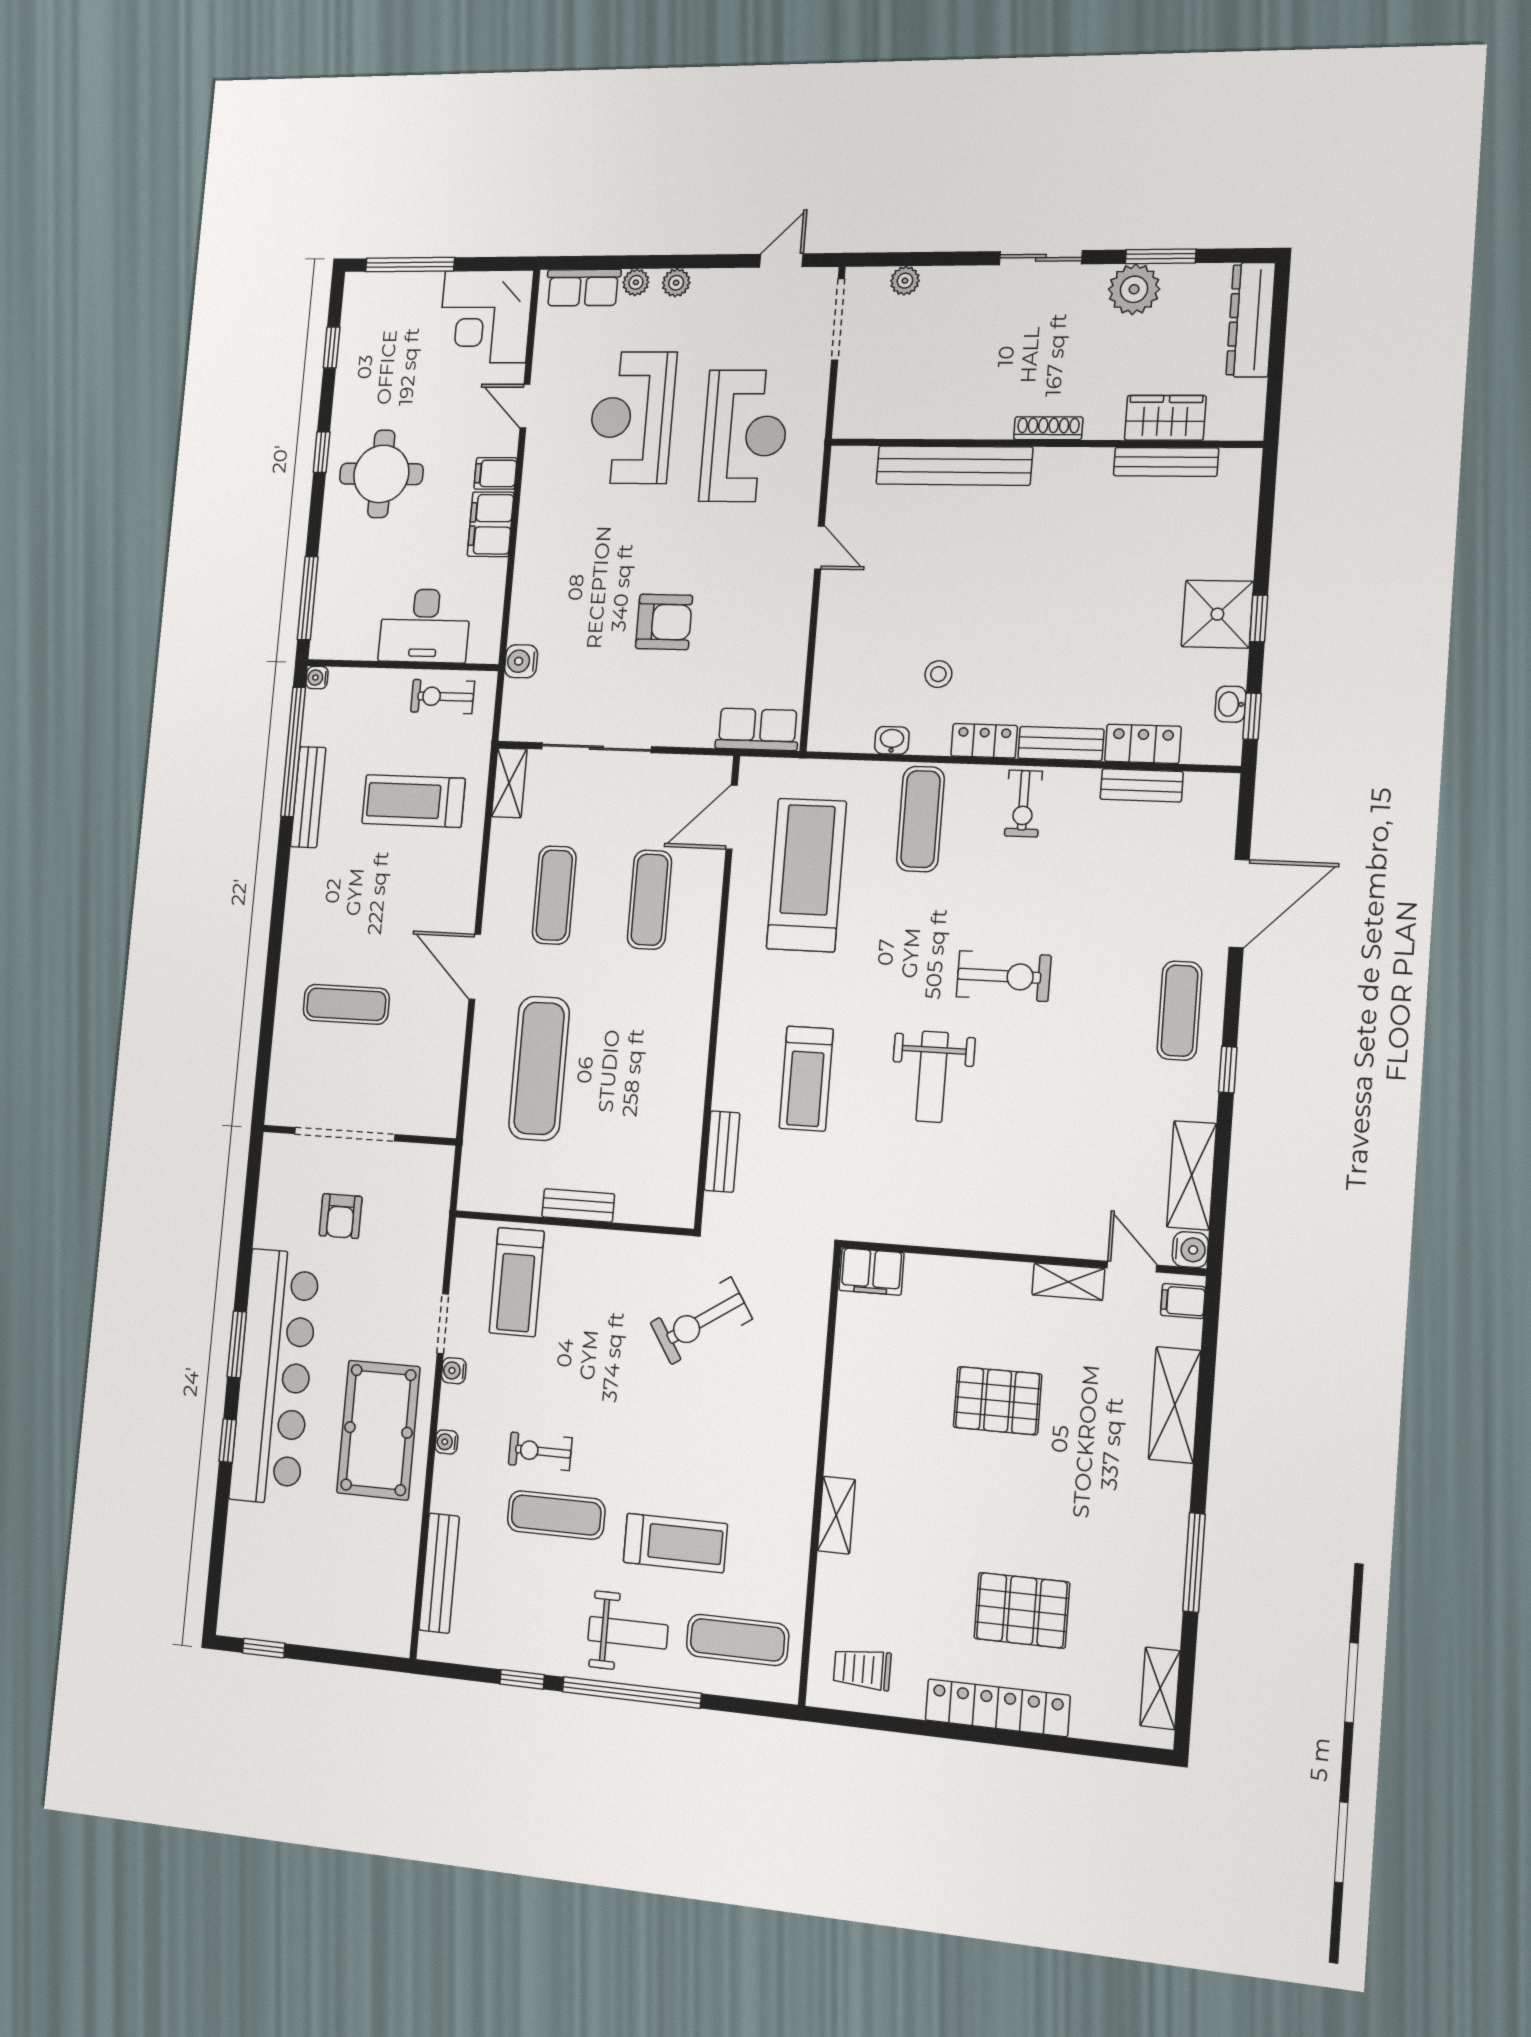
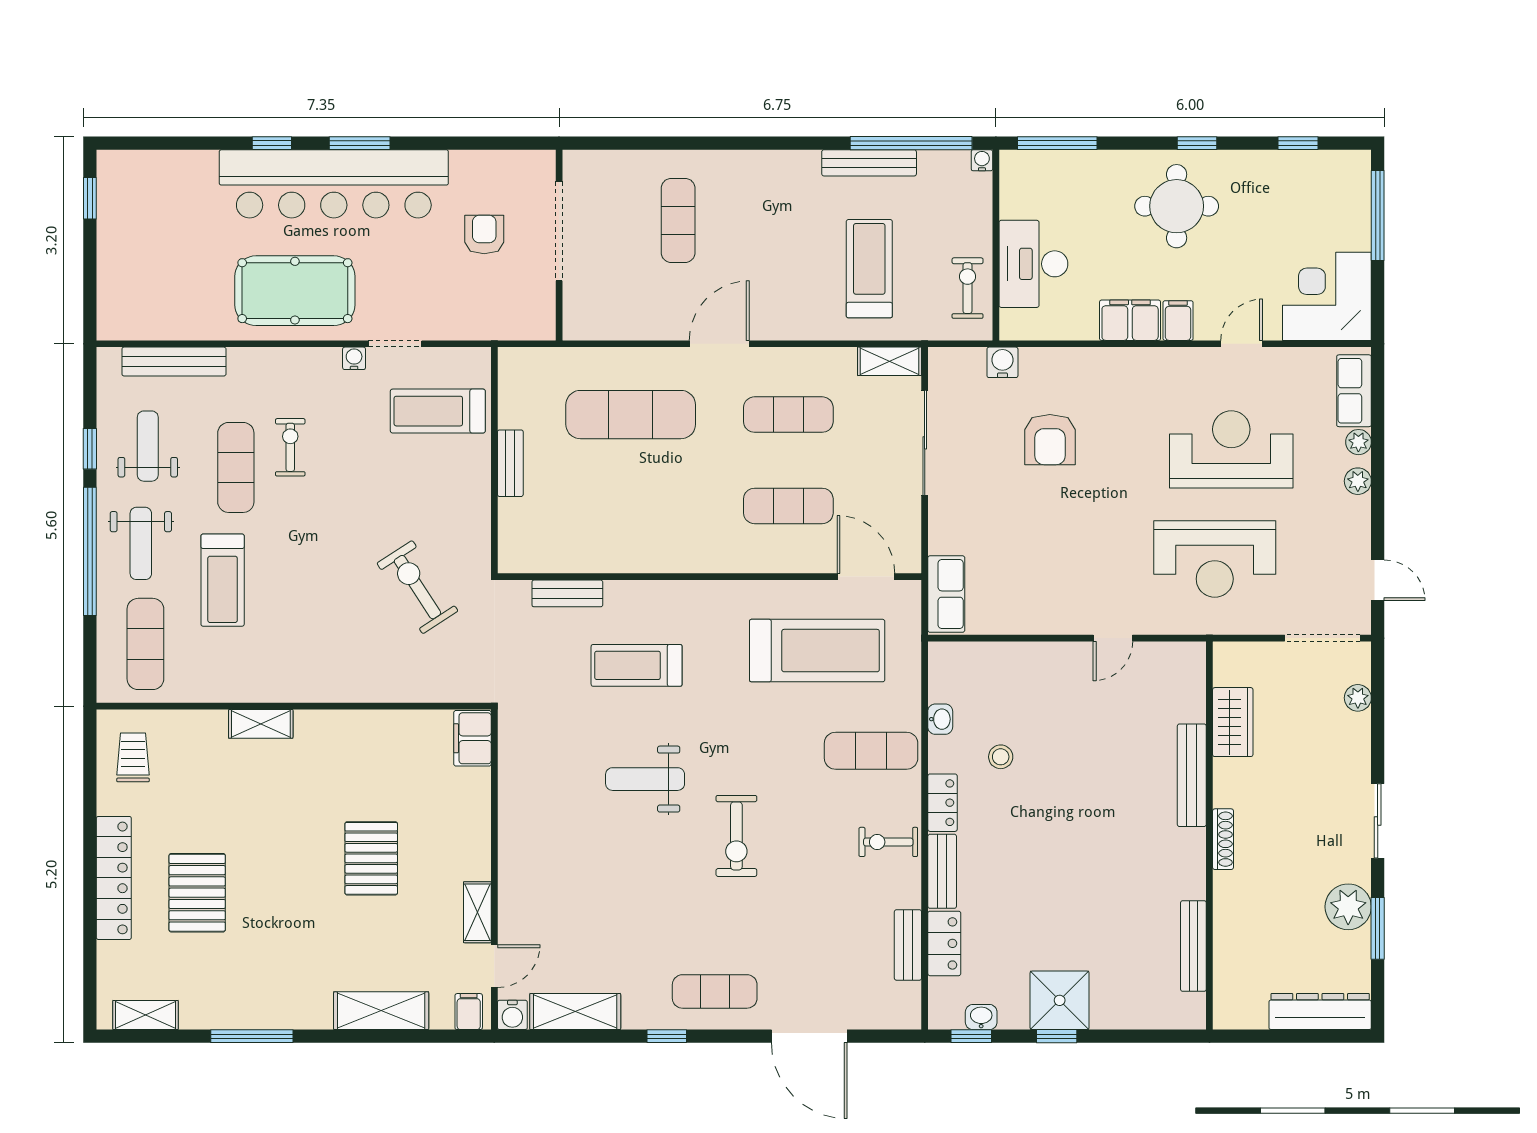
wardrobe: (1165, 418) -> (1233, 722), moved
bench: (954, 466) -> (1192, 775), width x0.73, depth x0.82
armchair: (664, 622) -> (1050, 440), moved
armchair: (341, 1216) -> (484, 234), turned 90
water cooler: (446, 1442) -> (290, 357), removed
weight bench: (525, 1613) -> (148, 446), added

